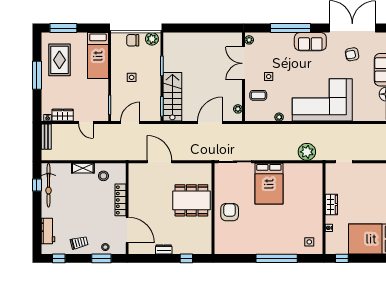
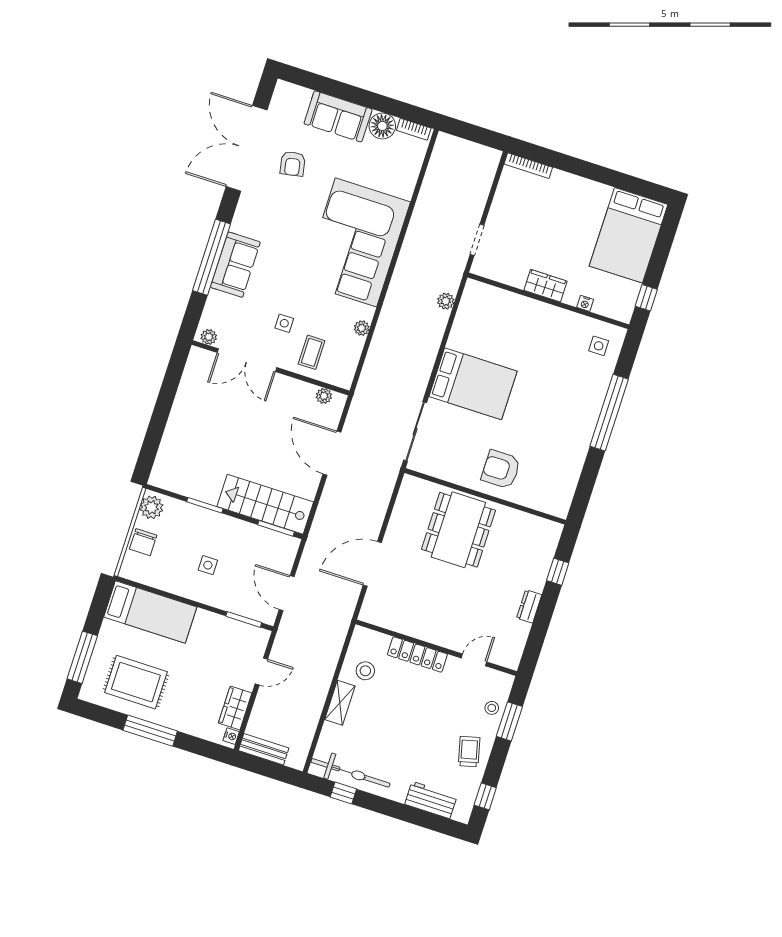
sofa: (310, 42) -> (235, 265), moved
plant: (307, 152) -> (446, 301), width x0.53, depth x0.53
door: (127, 230) -> (474, 660), width x0.53

